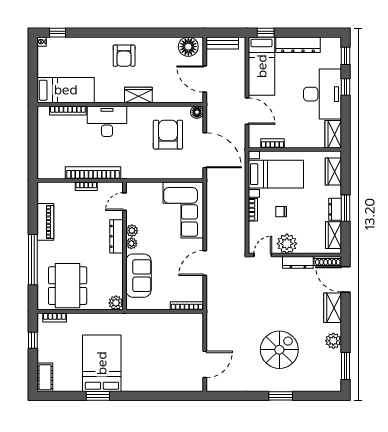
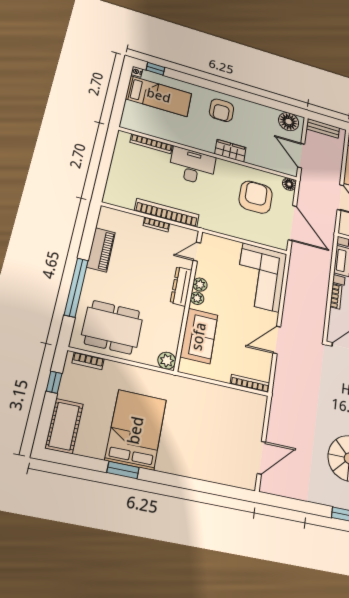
bed: (66, 90) -> (159, 96), moved
dining table: (68, 286) -> (112, 327), turned 90
cot: (45, 377) -> (64, 426), width x1.37, depth x1.34

